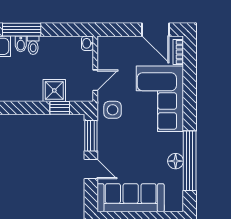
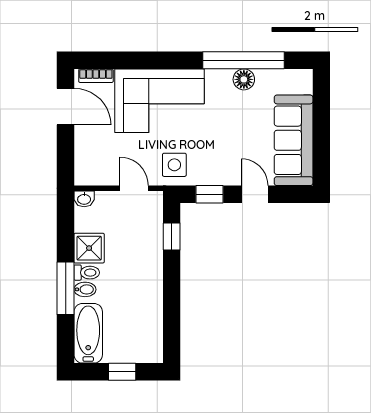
door: (156, 30) -> (66, 107), hinge flipped
shower: (54, 90) -> (89, 248), moved
window: (91, 136) -> (209, 194), width x0.67
door: (91, 169) -> (255, 194), hinge flipped

